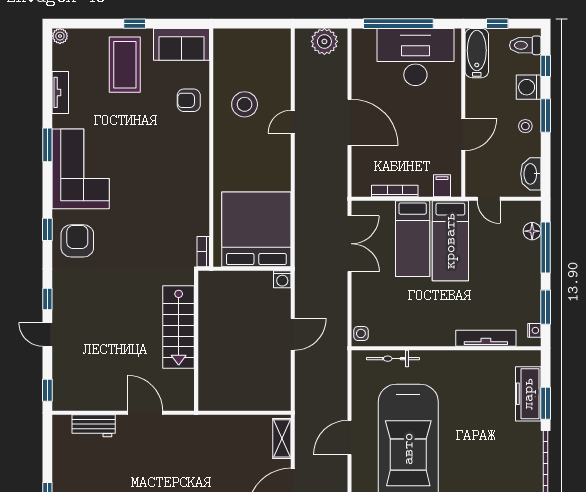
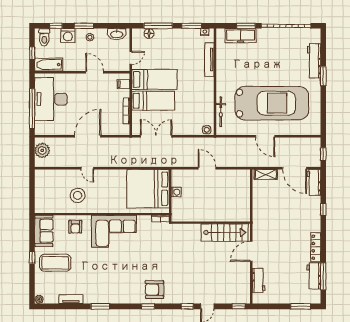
corner sofa: (81, 169) -> (114, 231), moved, turned 180
washing machine: (282, 279) -> (176, 192), moved
stairs: (179, 327) -> (225, 232), moved

